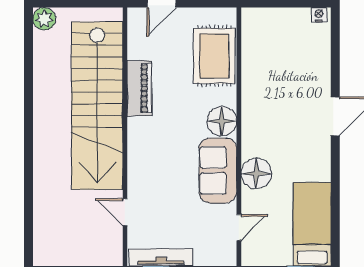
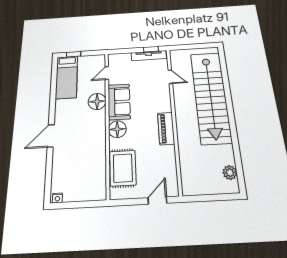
plant: (44, 19) -> (230, 173), moved
piano: (140, 88) -> (166, 128), moved
stairs: (97, 106) -> (211, 97), moved, turned 180

